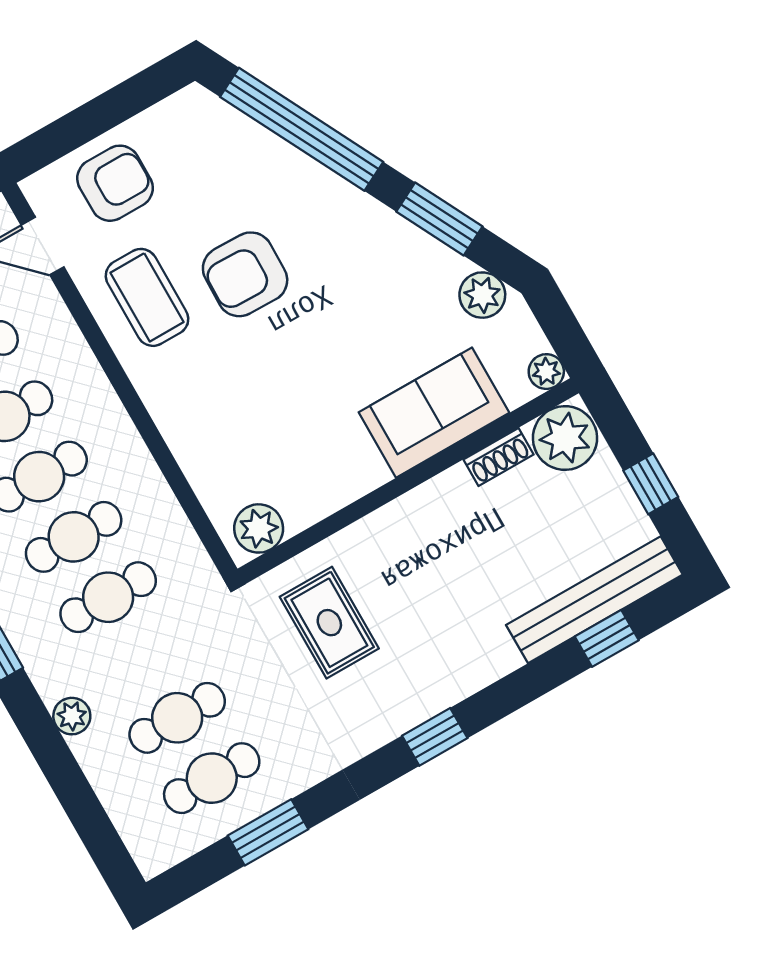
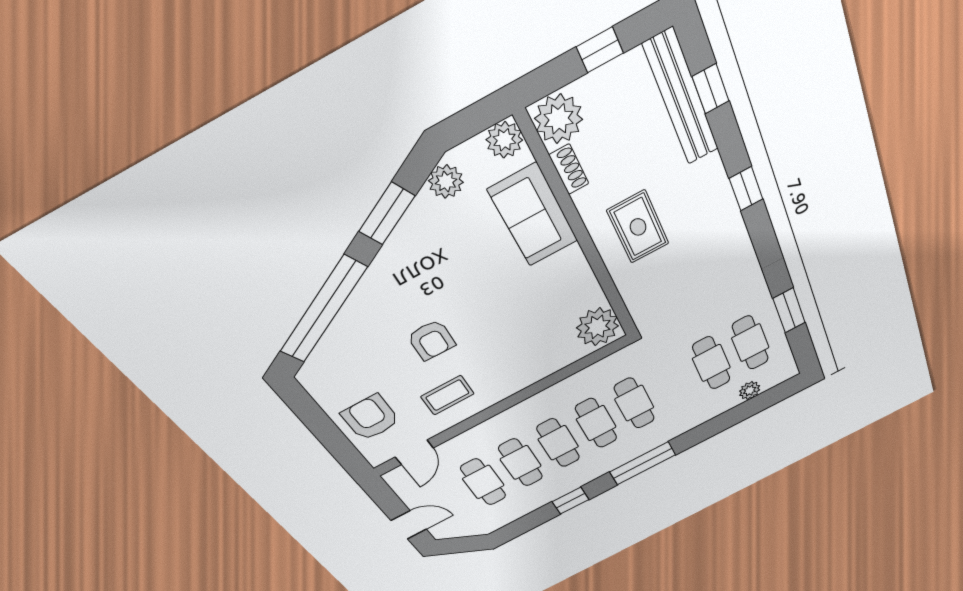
armchair: (245, 274) -> (431, 340), width x0.72, depth x0.72
coffee table: (147, 297) -> (447, 395), width x0.73, depth x0.77
plant: (546, 372) -> (504, 140), width x1.38, depth x1.38
plant: (259, 528) -> (597, 327), width x1.36, depth x1.36
rug: (329, 623) -> (638, 227), moved, turned 90
plant: (72, 716) -> (750, 390), moved
window: (435, 737) -> (746, 189), moved

